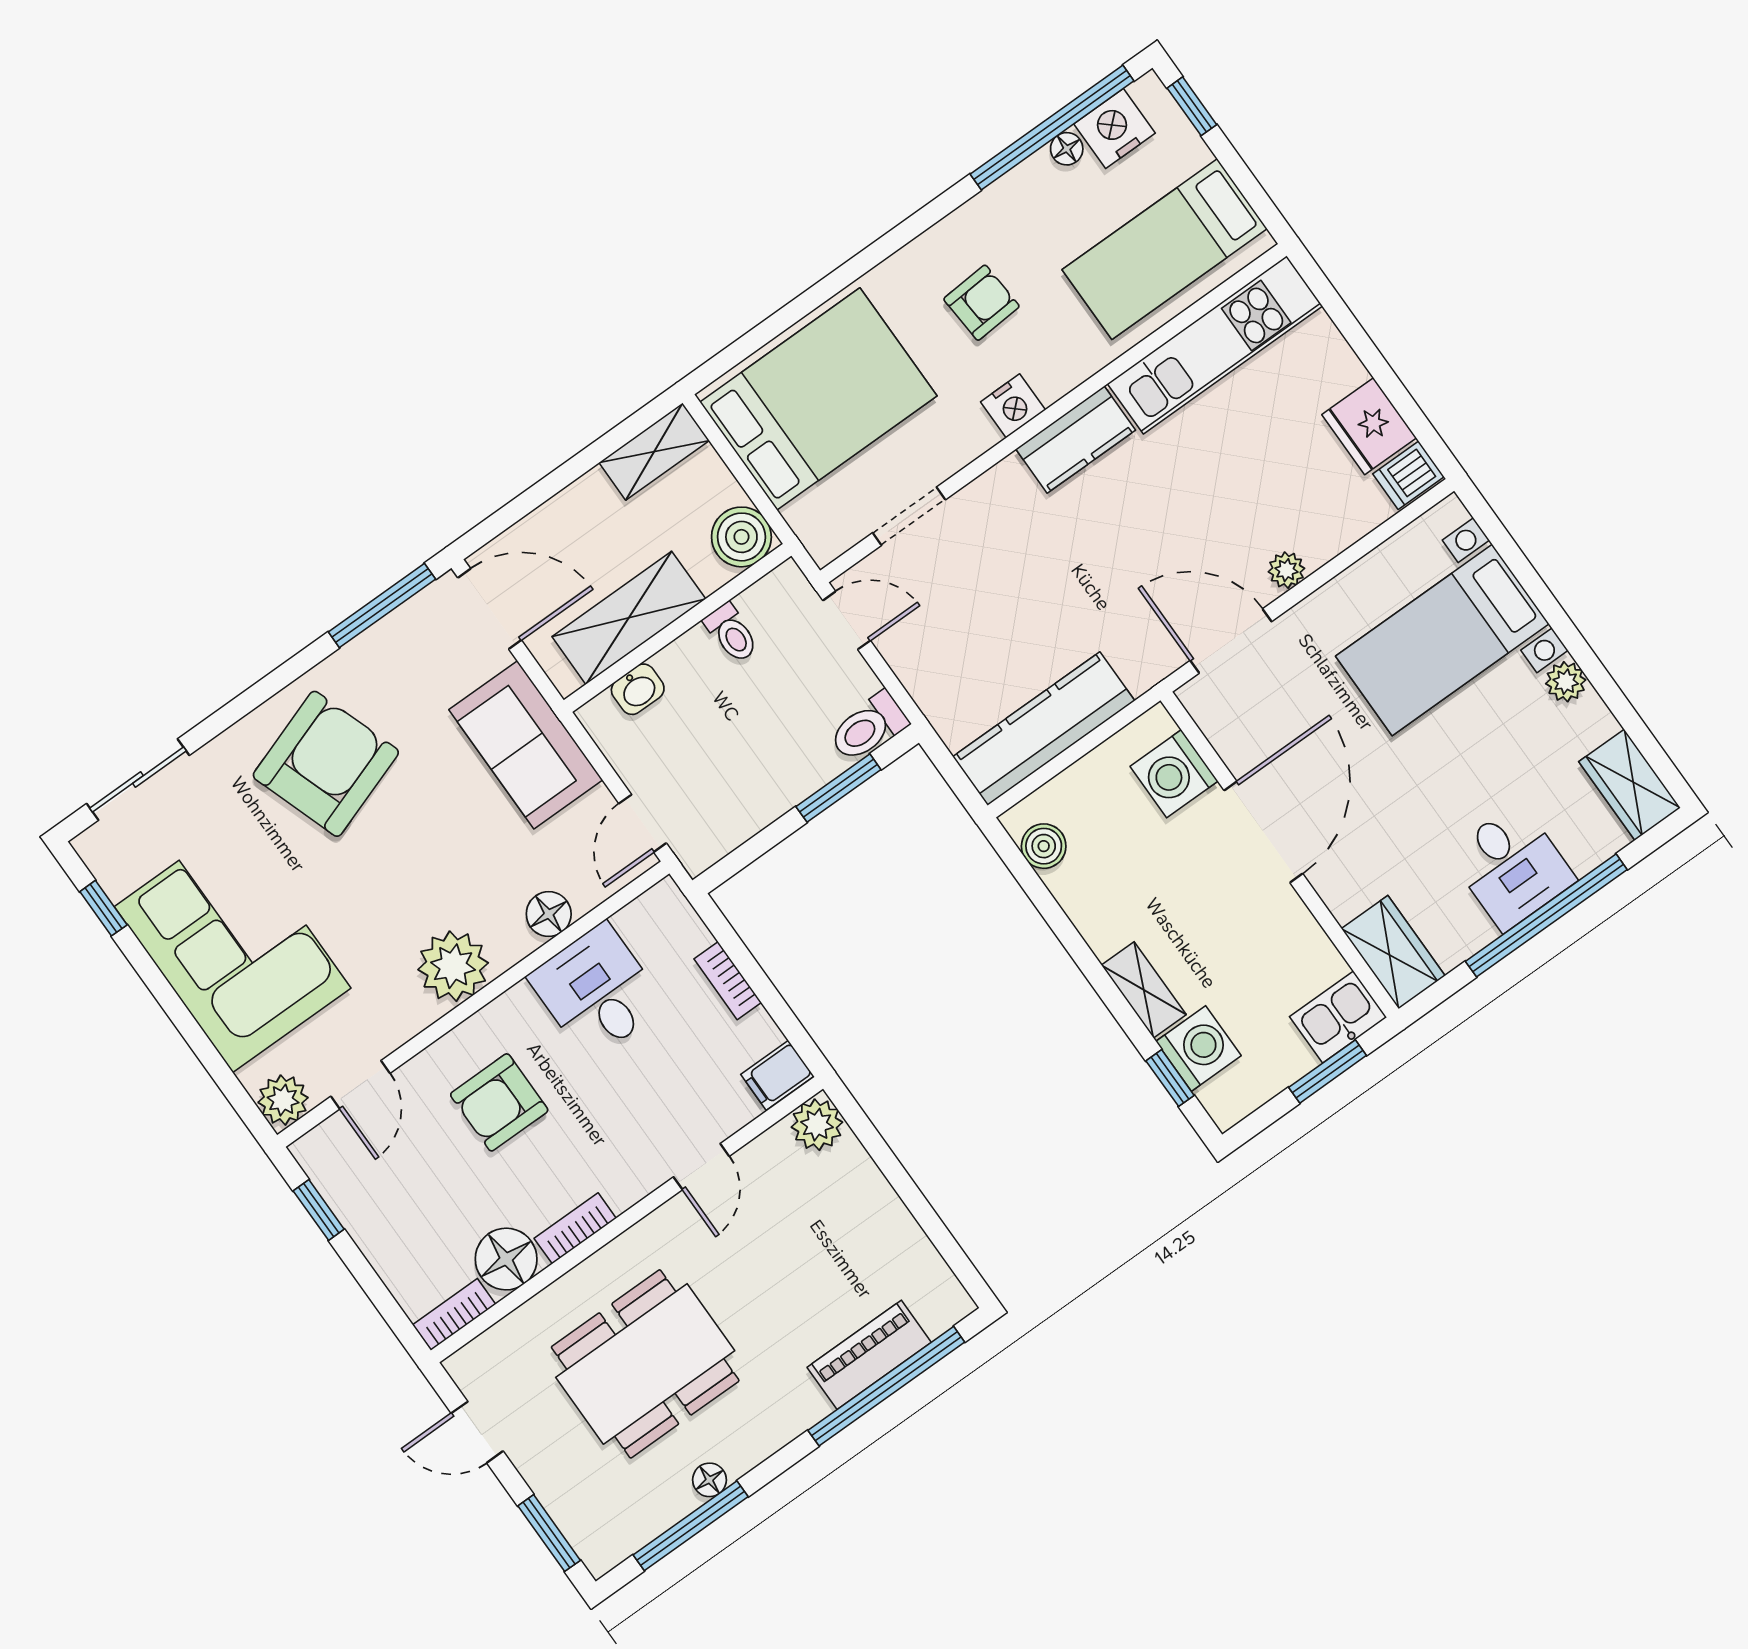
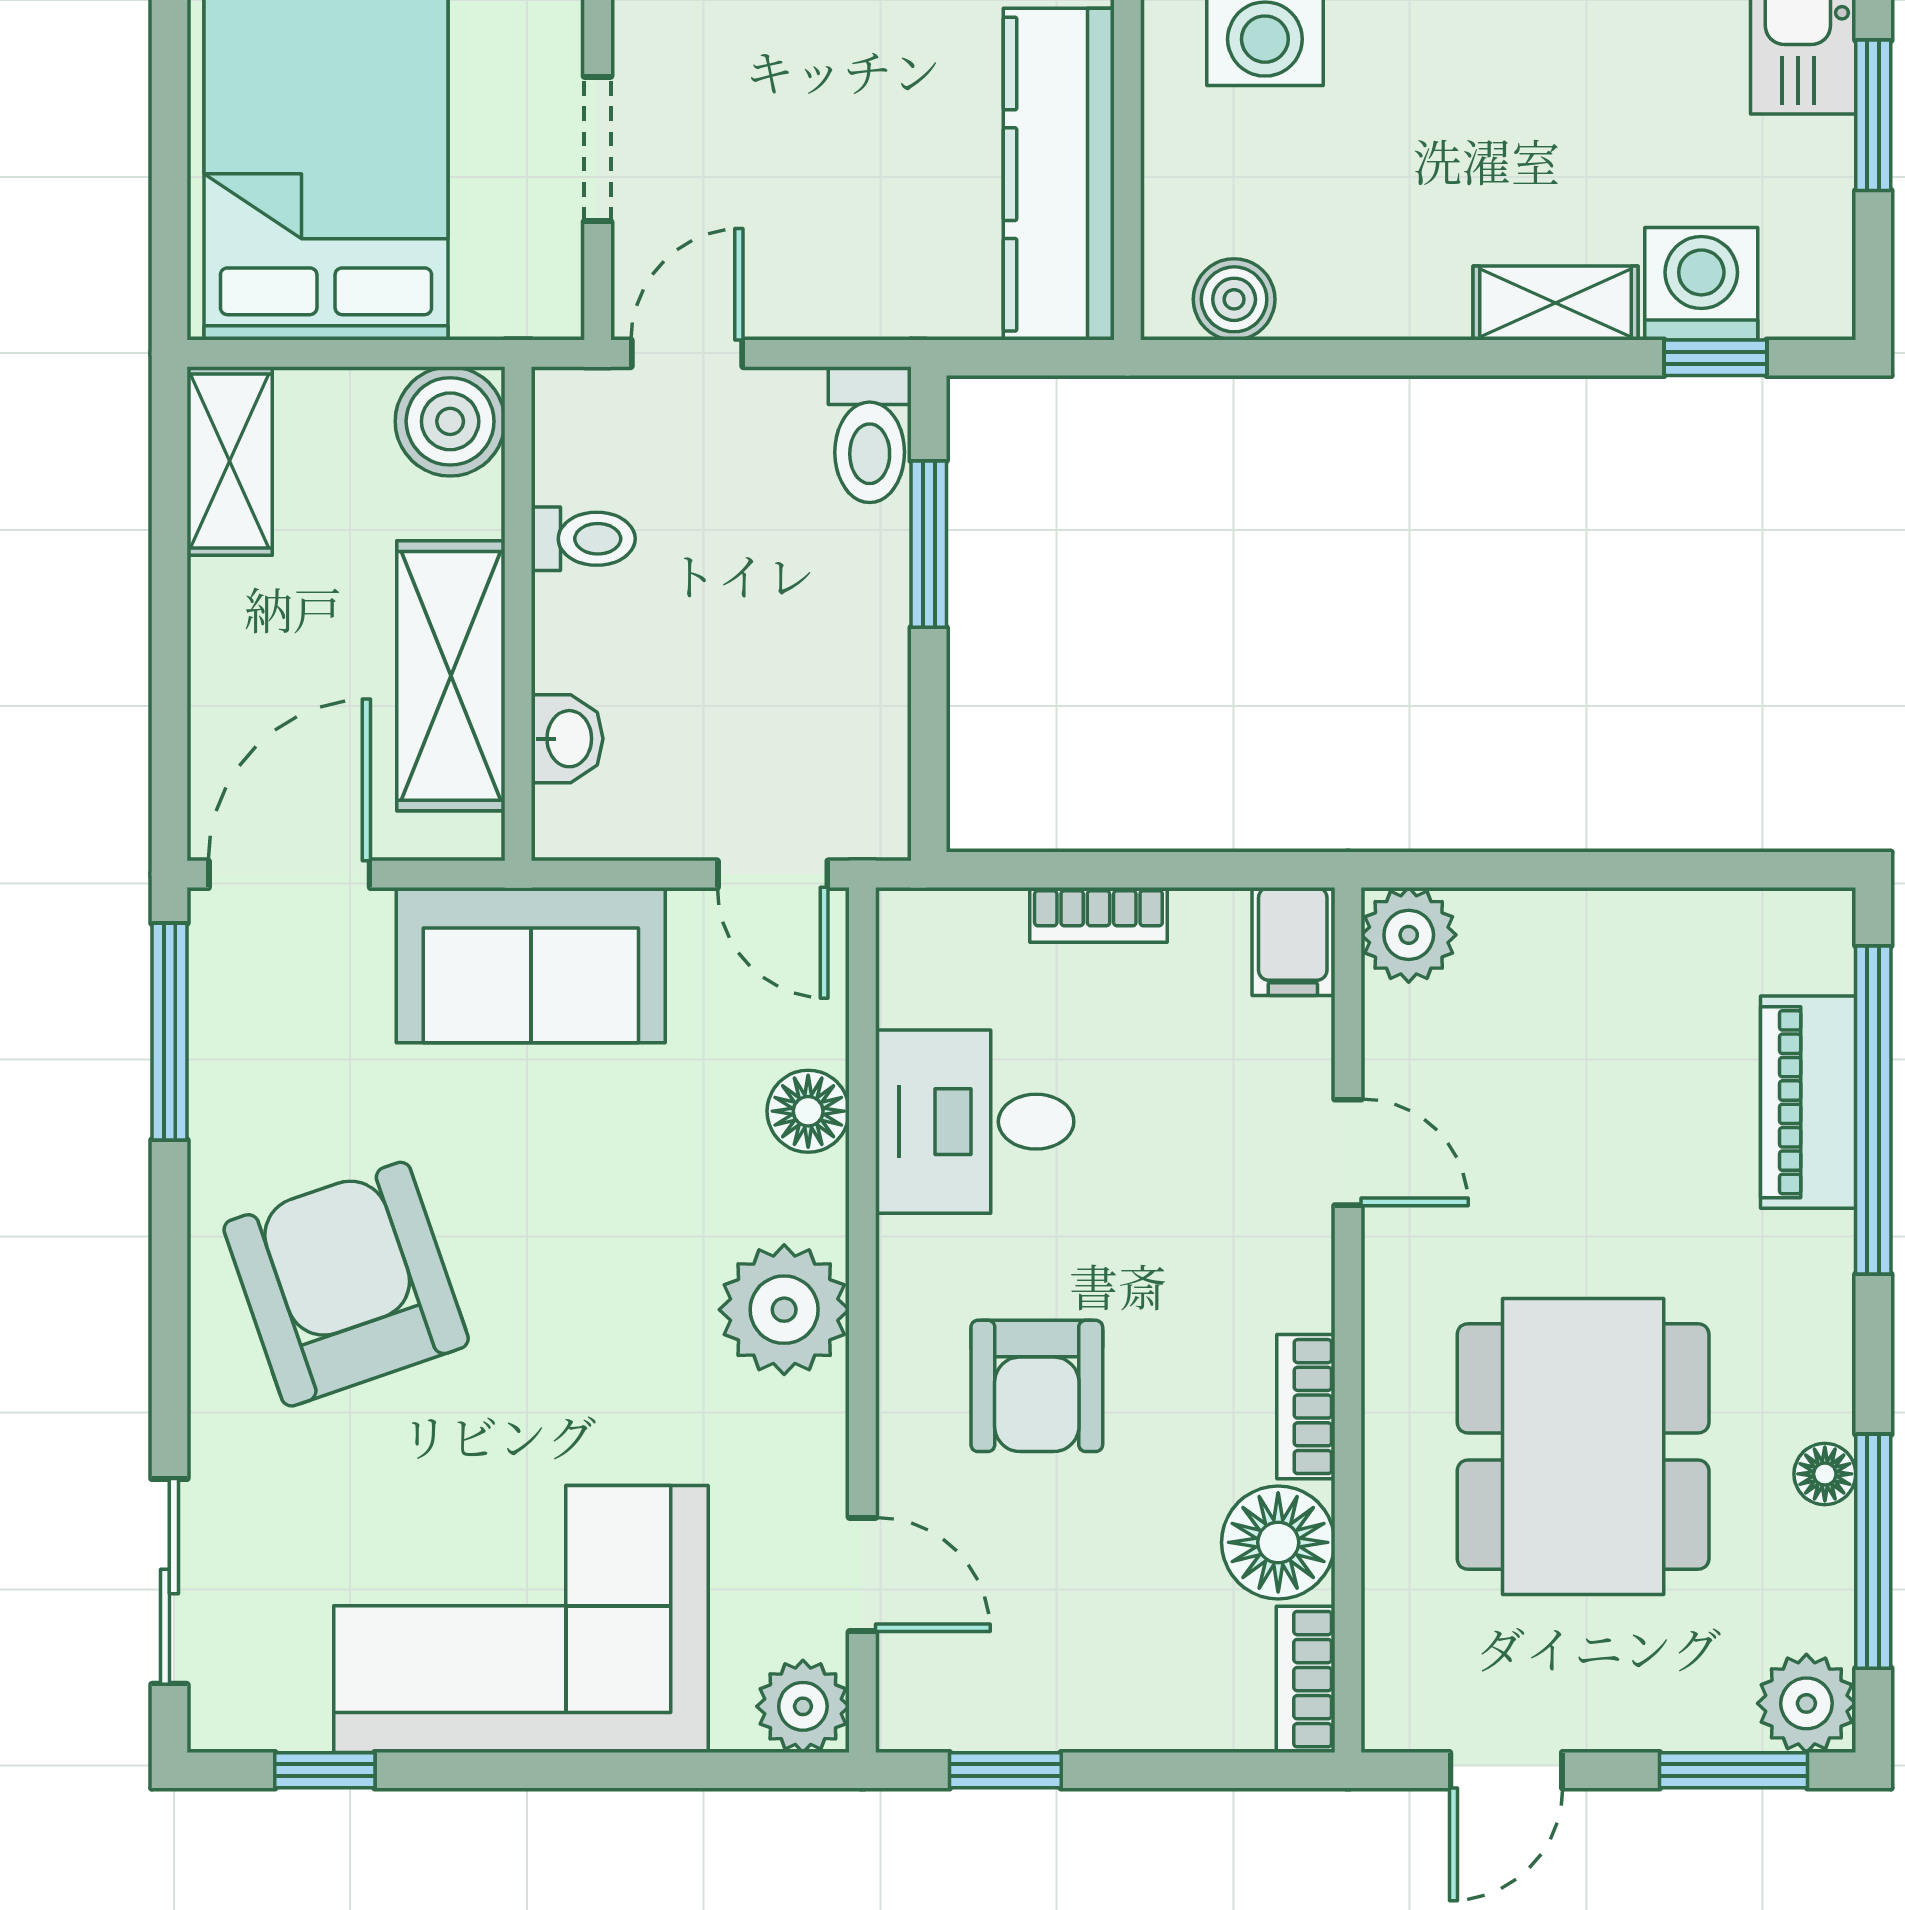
plant: (602, 1544) -> (1806, 1703), added

